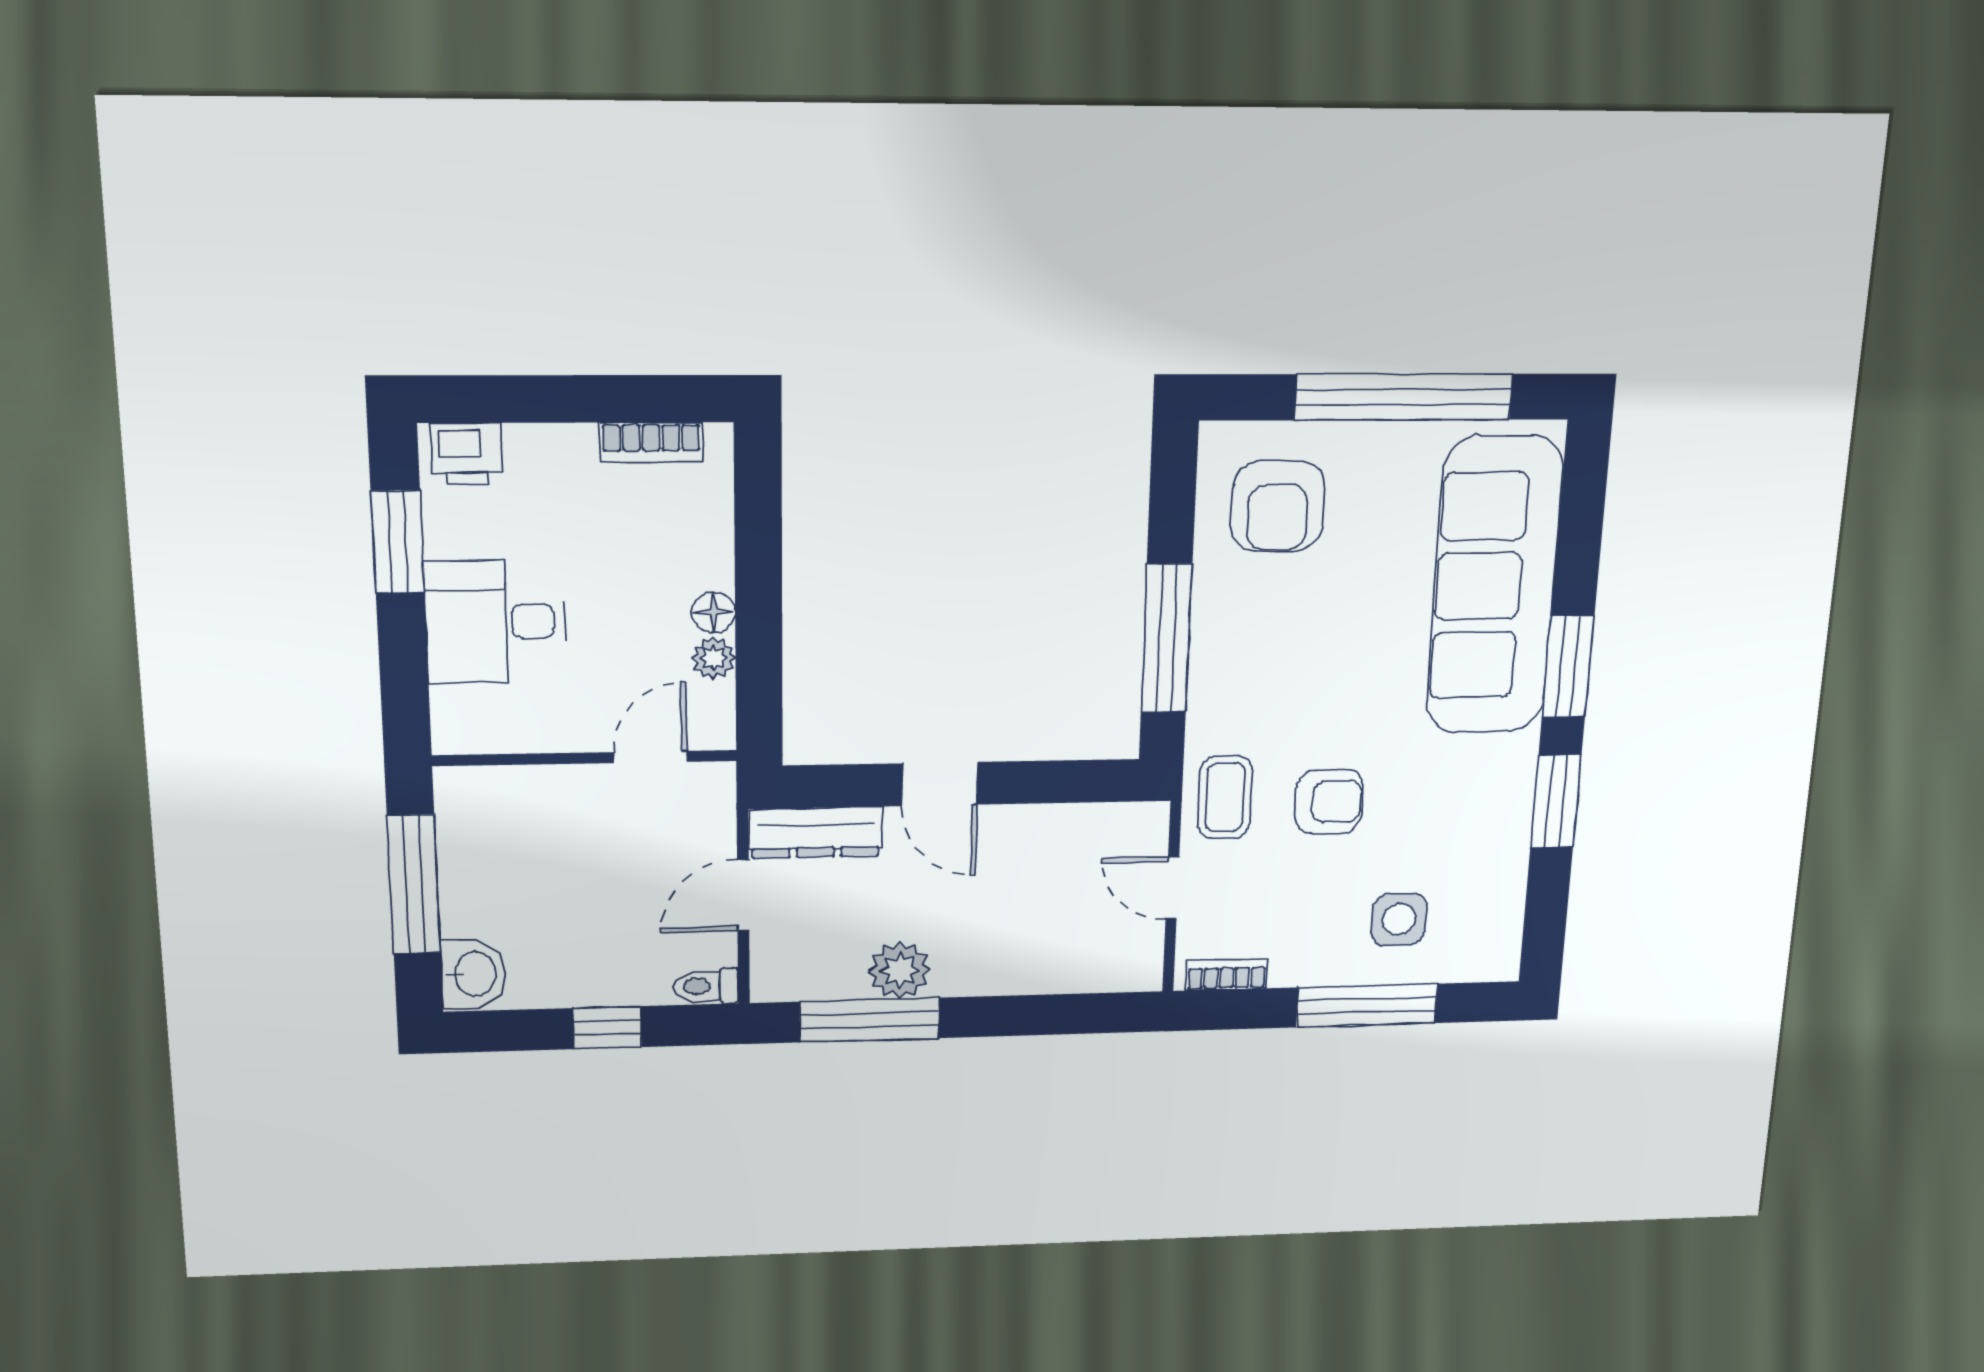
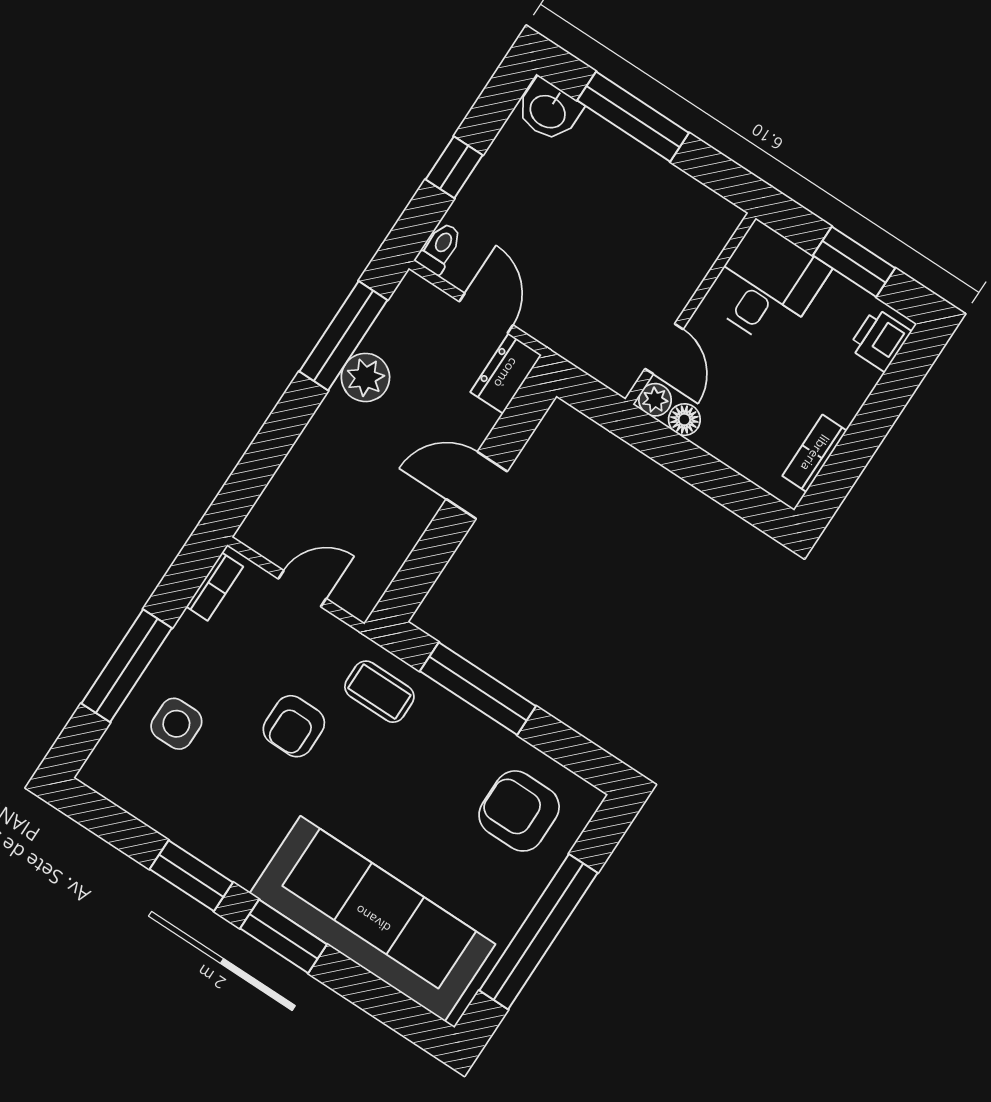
door: (650, 757) -> (664, 349), moved
wall: (585, 758) -> (690, 309), moved
coffee table: (1225, 797) -> (379, 692), moved
dresser: (815, 832) -> (506, 373), width x0.70

